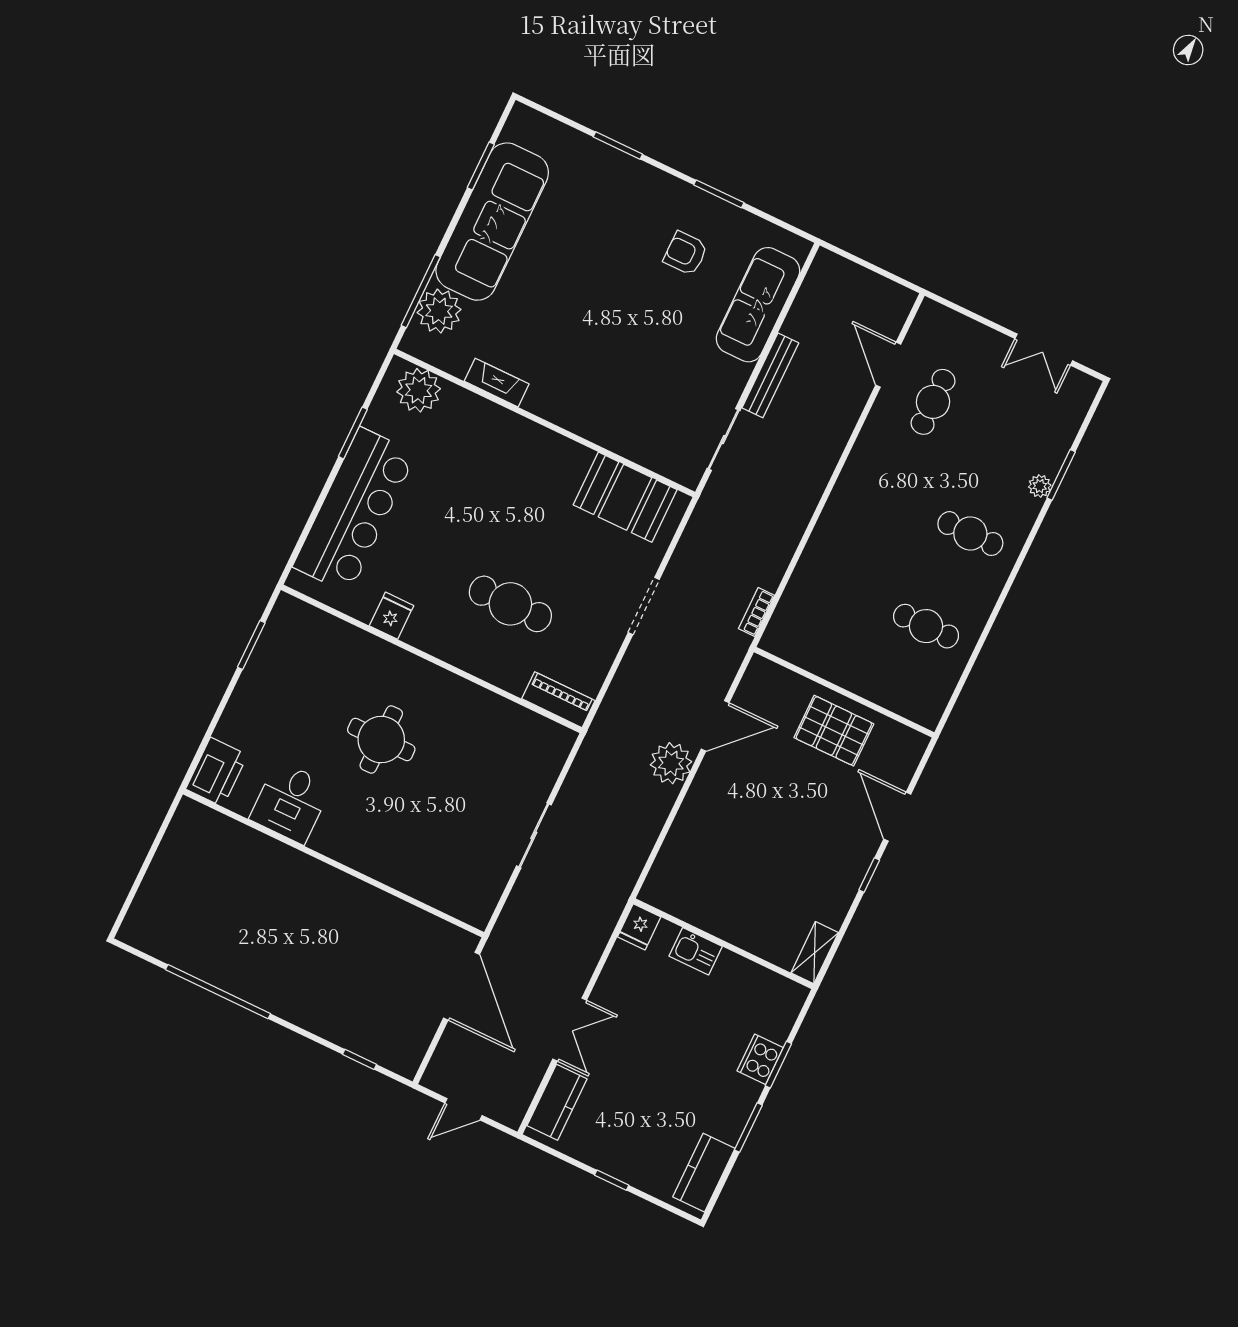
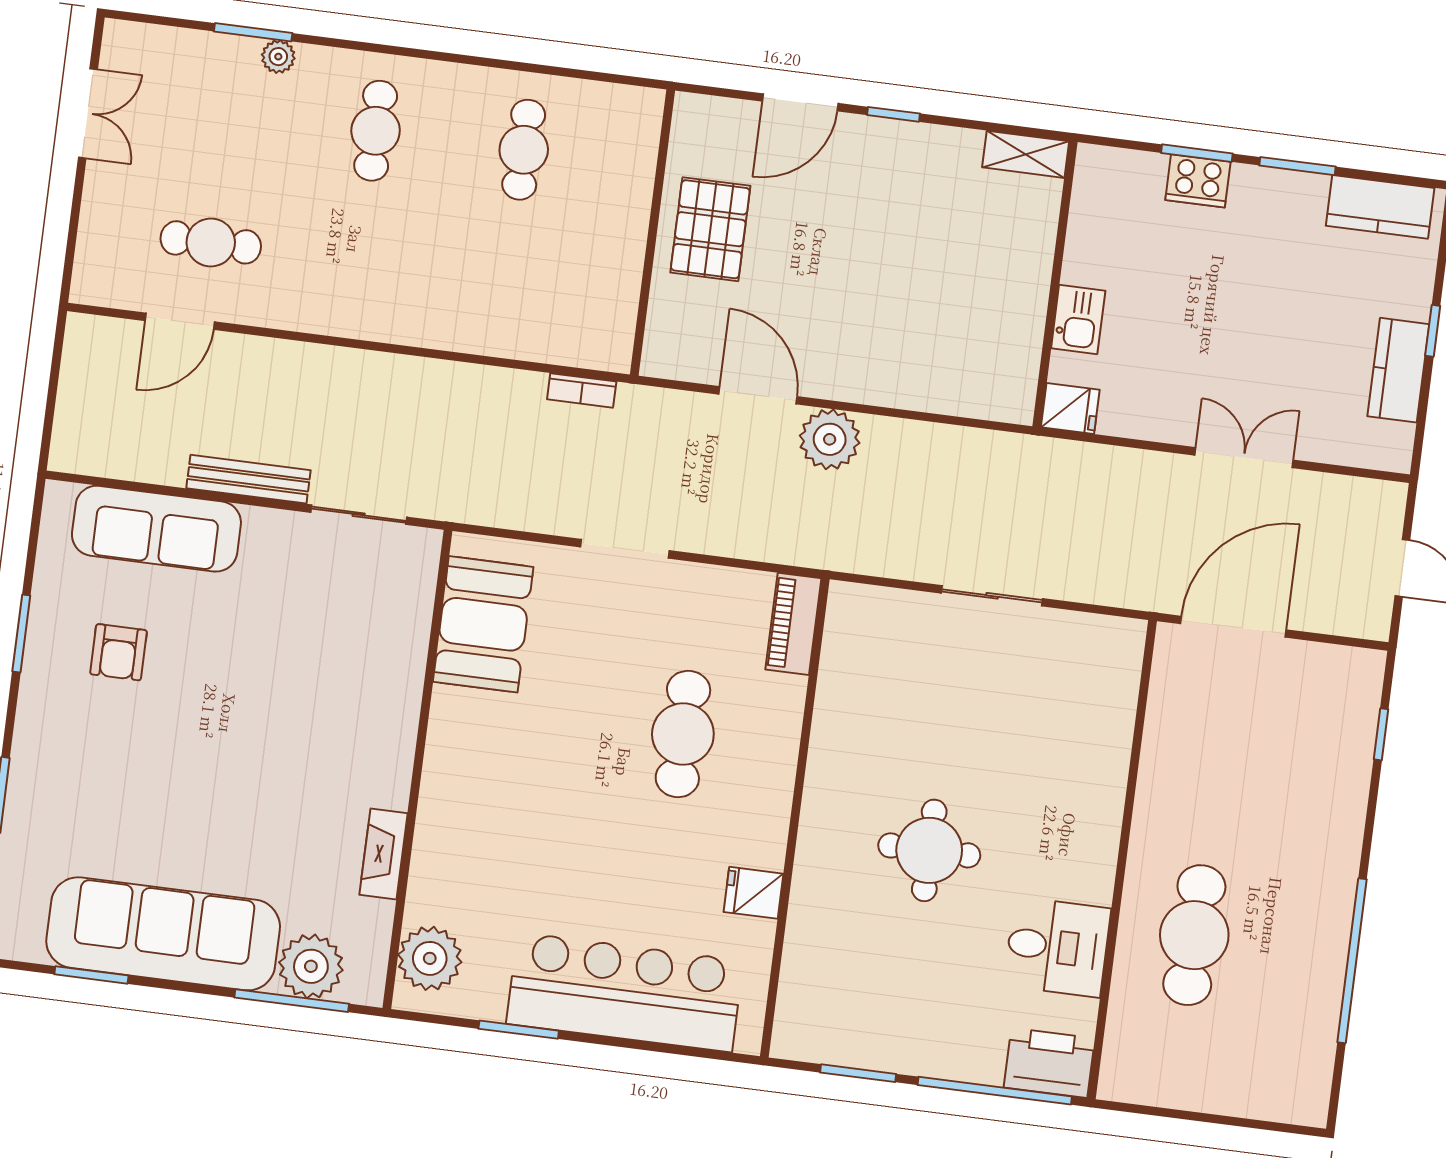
window: (210, 730) -> (995, 1091), added
cafe table: (269, 894) -> (1194, 935), added
kitchen counter: (557, 1102) -> (1398, 370), moved, turned -90

